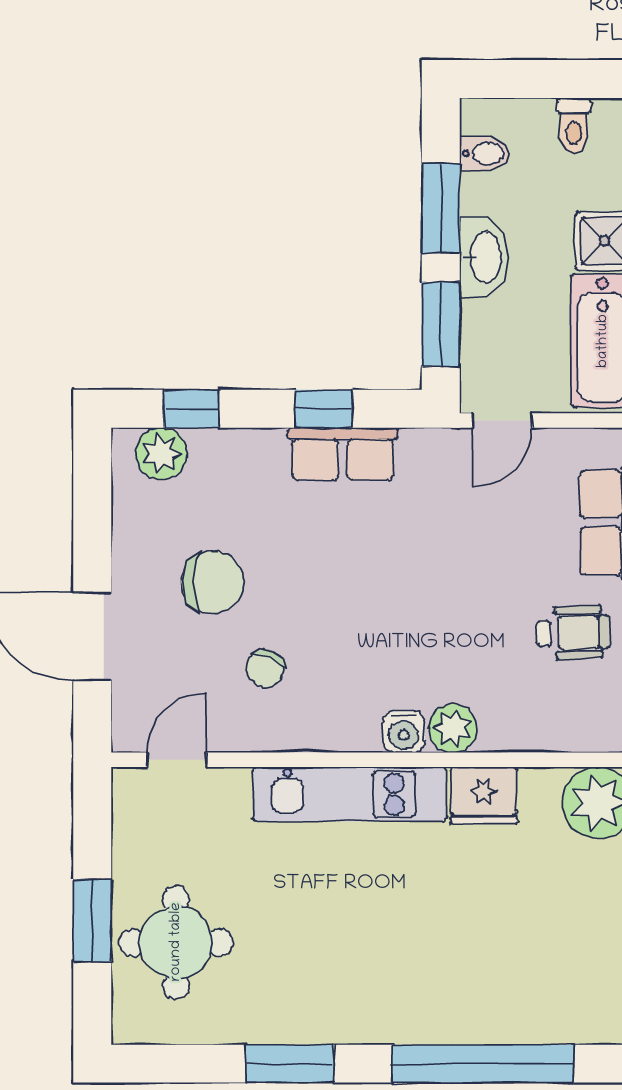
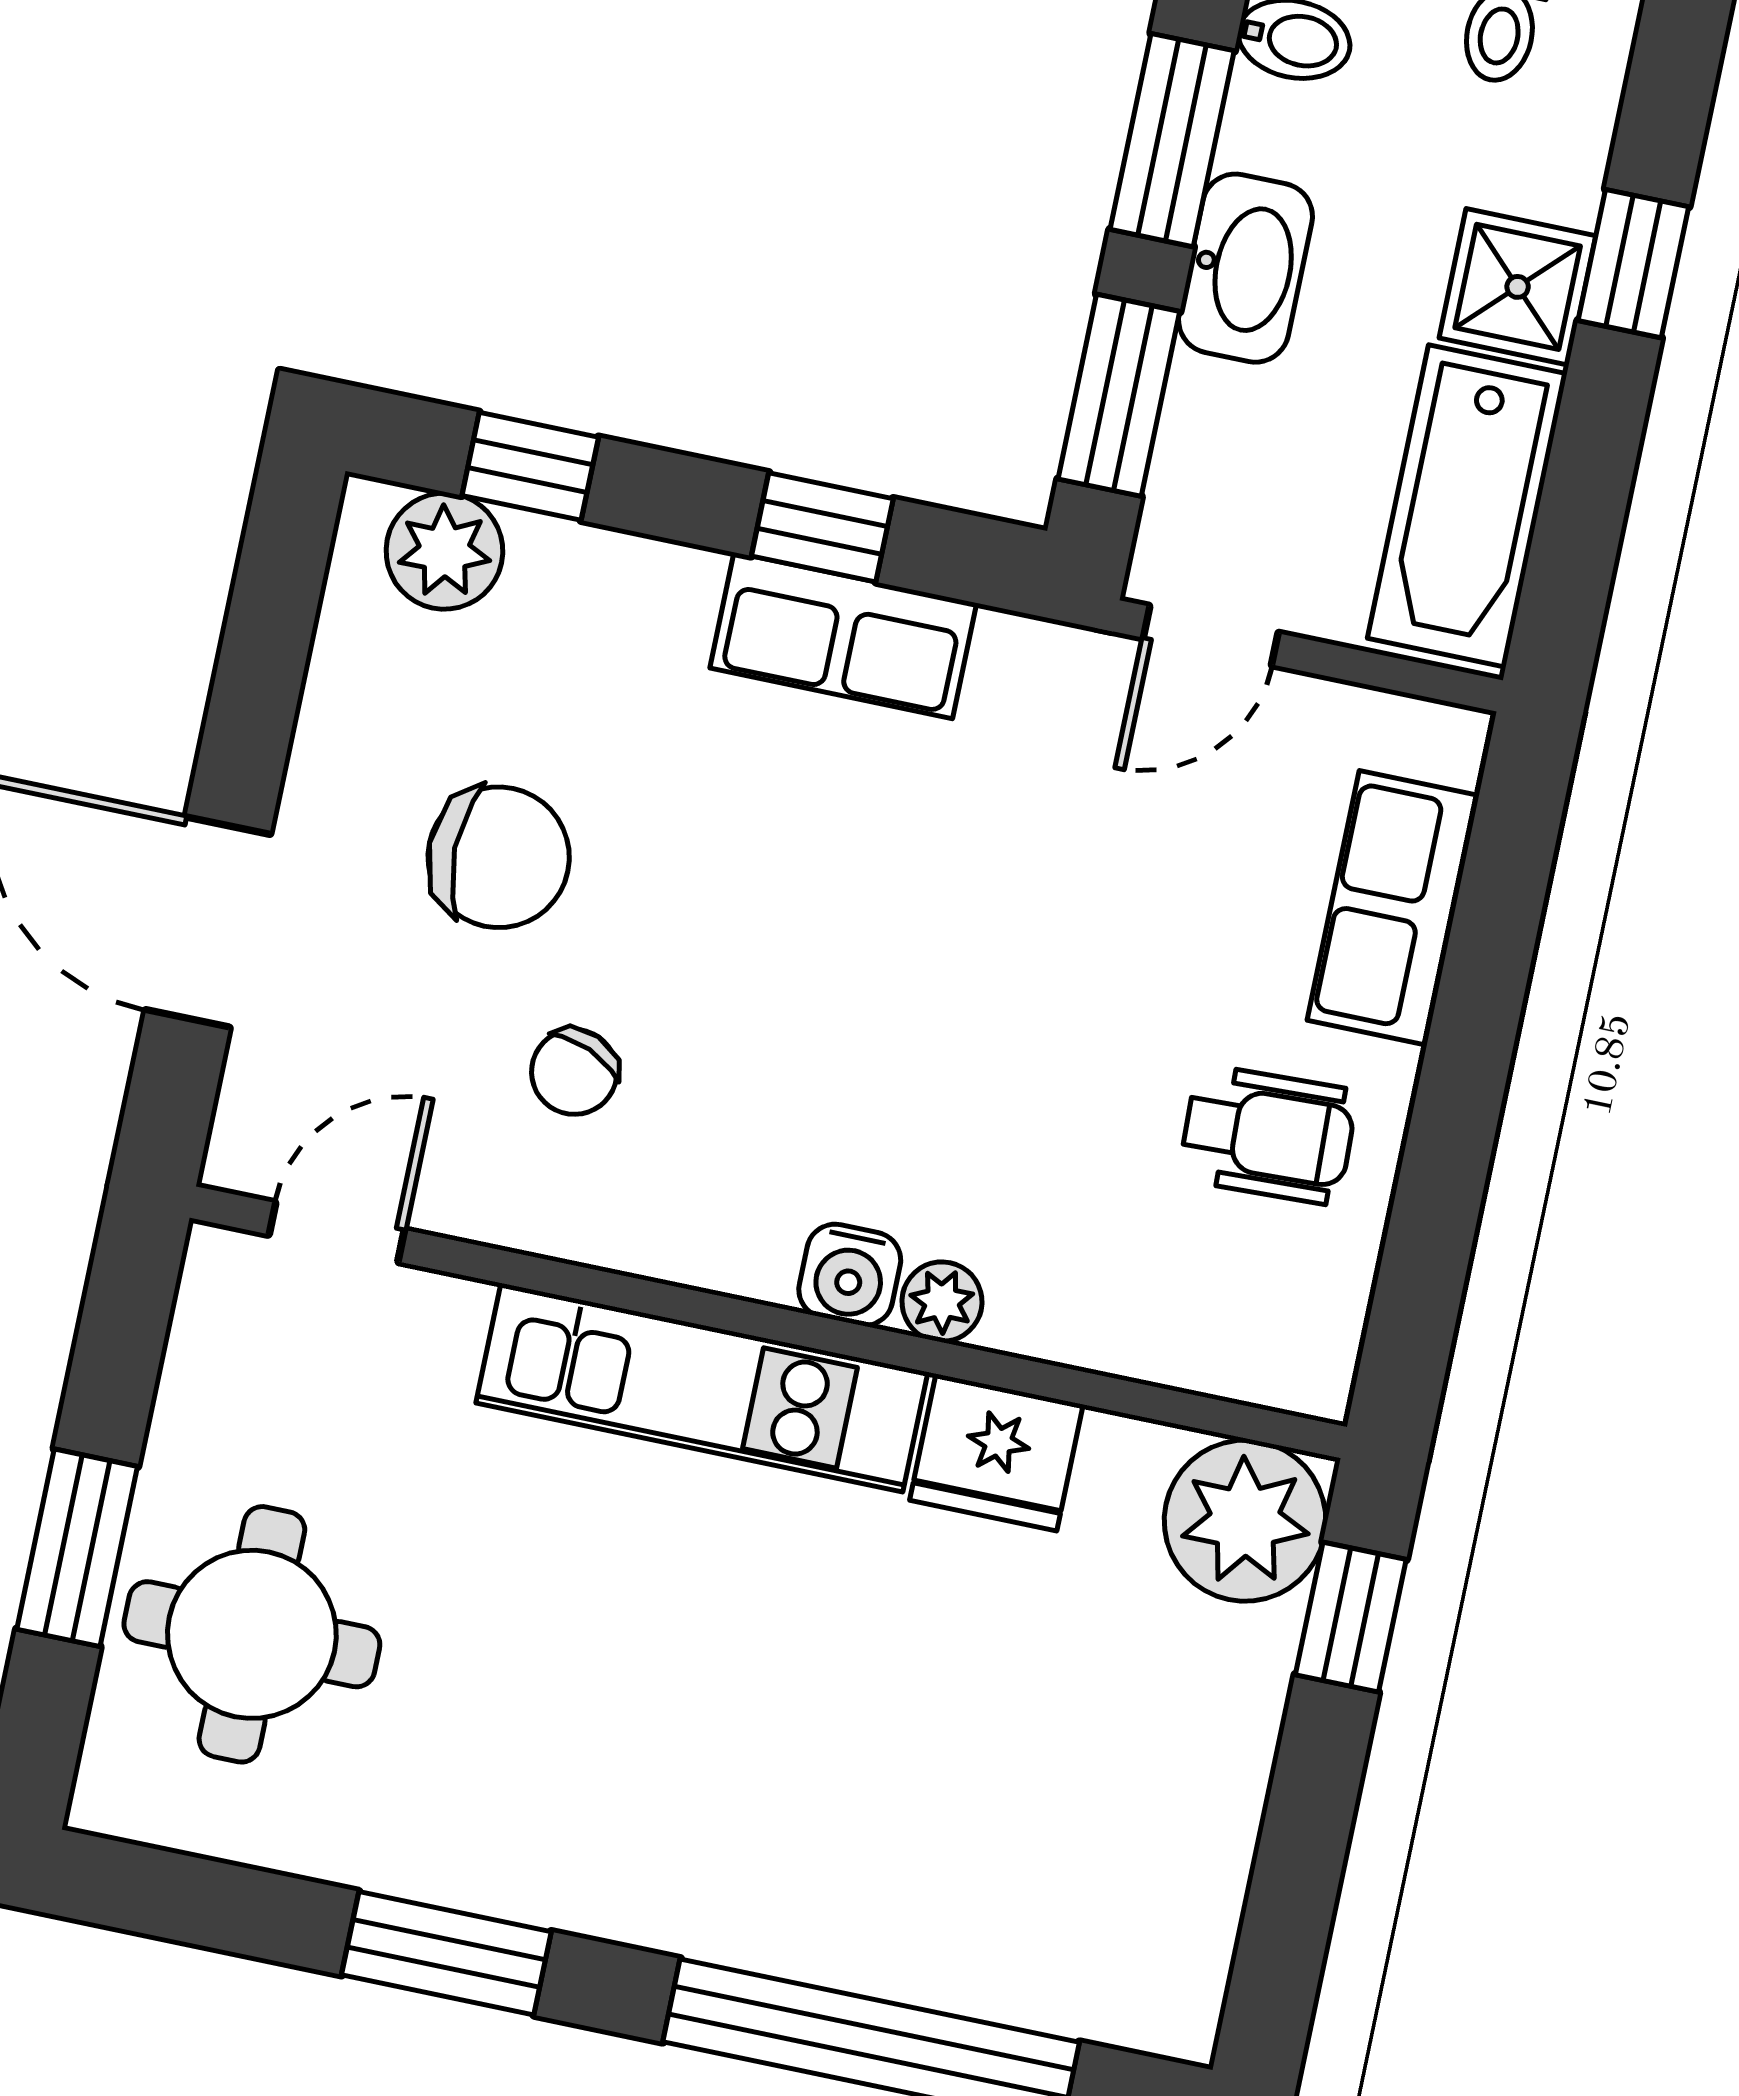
plant: (453, 728) -> (942, 1302), width x0.73, depth x0.73

